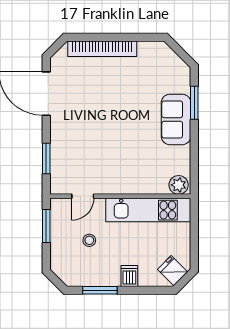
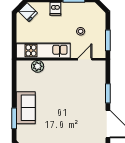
window: (46, 158) -> (108, 93), moved
plant: (179, 185) -> (38, 66), moved

